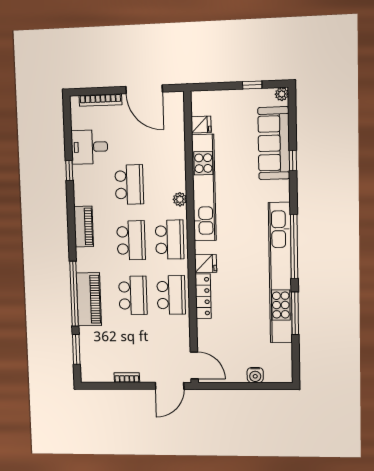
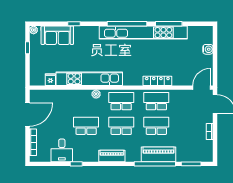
sofa: (274, 143) -> (57, 35), width x0.73
fridge: (206, 263) -> (137, 79), removed

